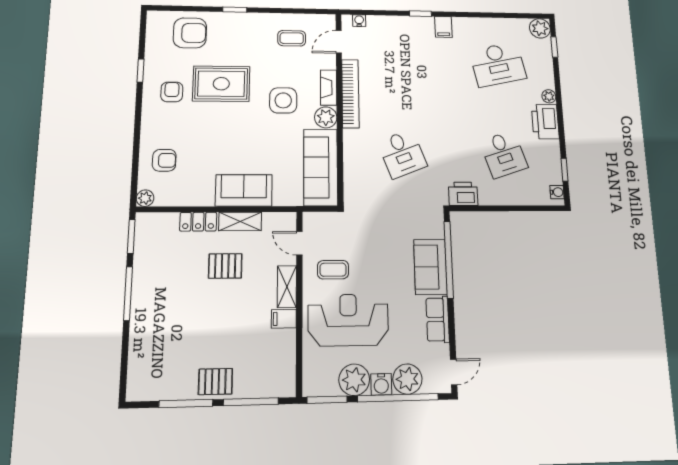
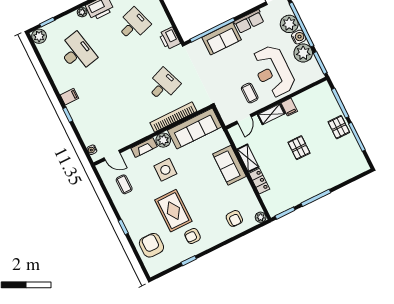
bookcase: (350, 94) -> (173, 117), moved
armchair: (164, 160) -> (234, 218), turned 180
pallet: (225, 266) -> (299, 148), moved

